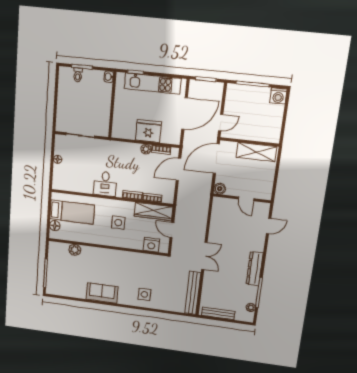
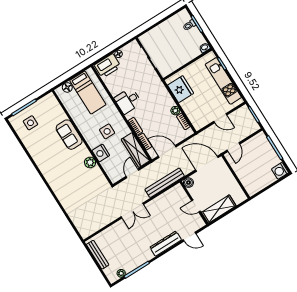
door: (185, 114) -> (220, 118), width x0.53
door: (221, 123) -> (233, 147), hinge flipped
fridge: (148, 131) -> (181, 89), moved
shelving: (256, 152) -> (219, 209), moved, turned 90
door: (178, 169) -> (167, 151), moved
printer: (61, 177) -> (108, 66), added
door: (246, 199) -> (196, 206), hinge flipped
nightstand: (151, 245) -> (101, 153), moved
plant: (75, 250) -> (90, 162), moved
dresser: (255, 269) -> (166, 244), moved
sofa: (102, 293) -> (69, 135), moved, turned 180
bench: (193, 293) -> (165, 183), moved
side table: (144, 294) -> (30, 123), moved

